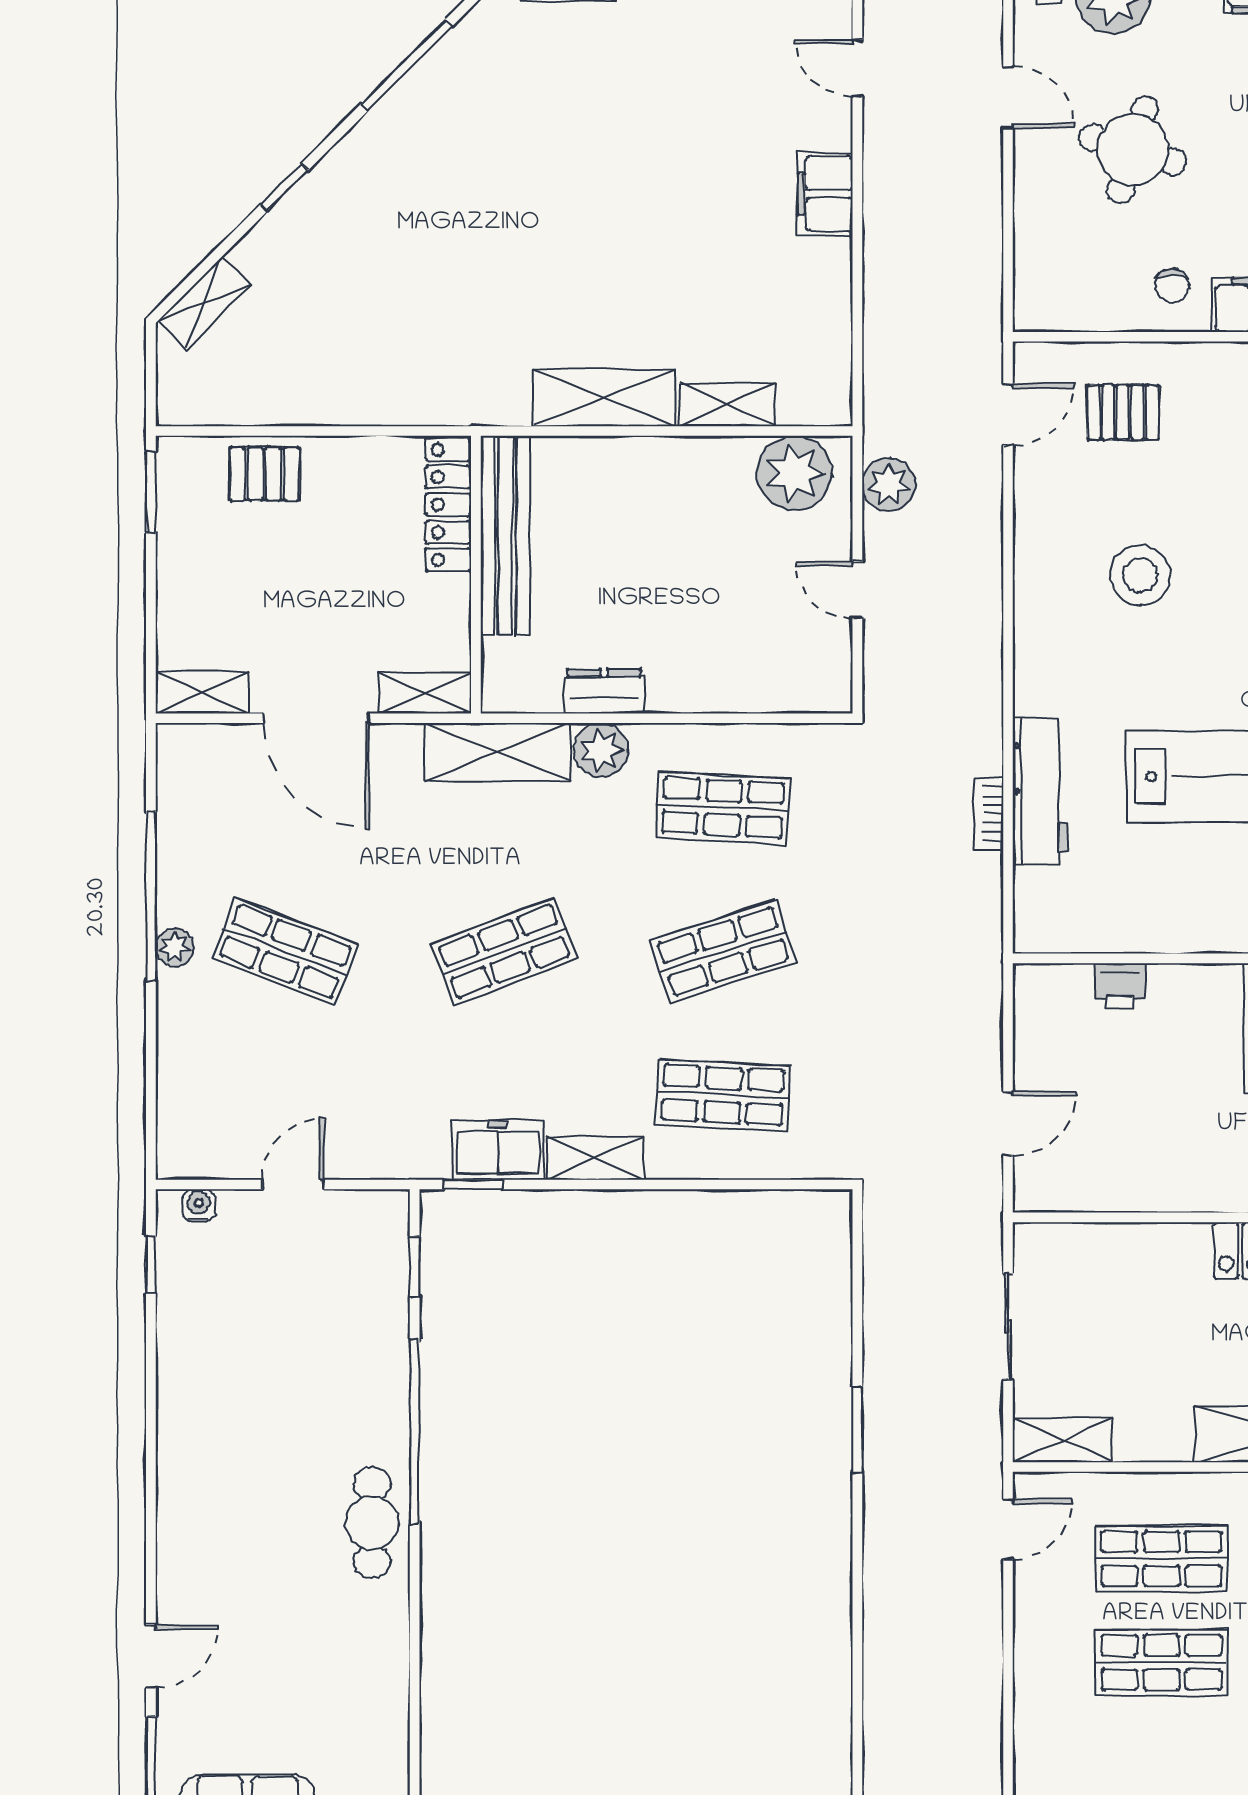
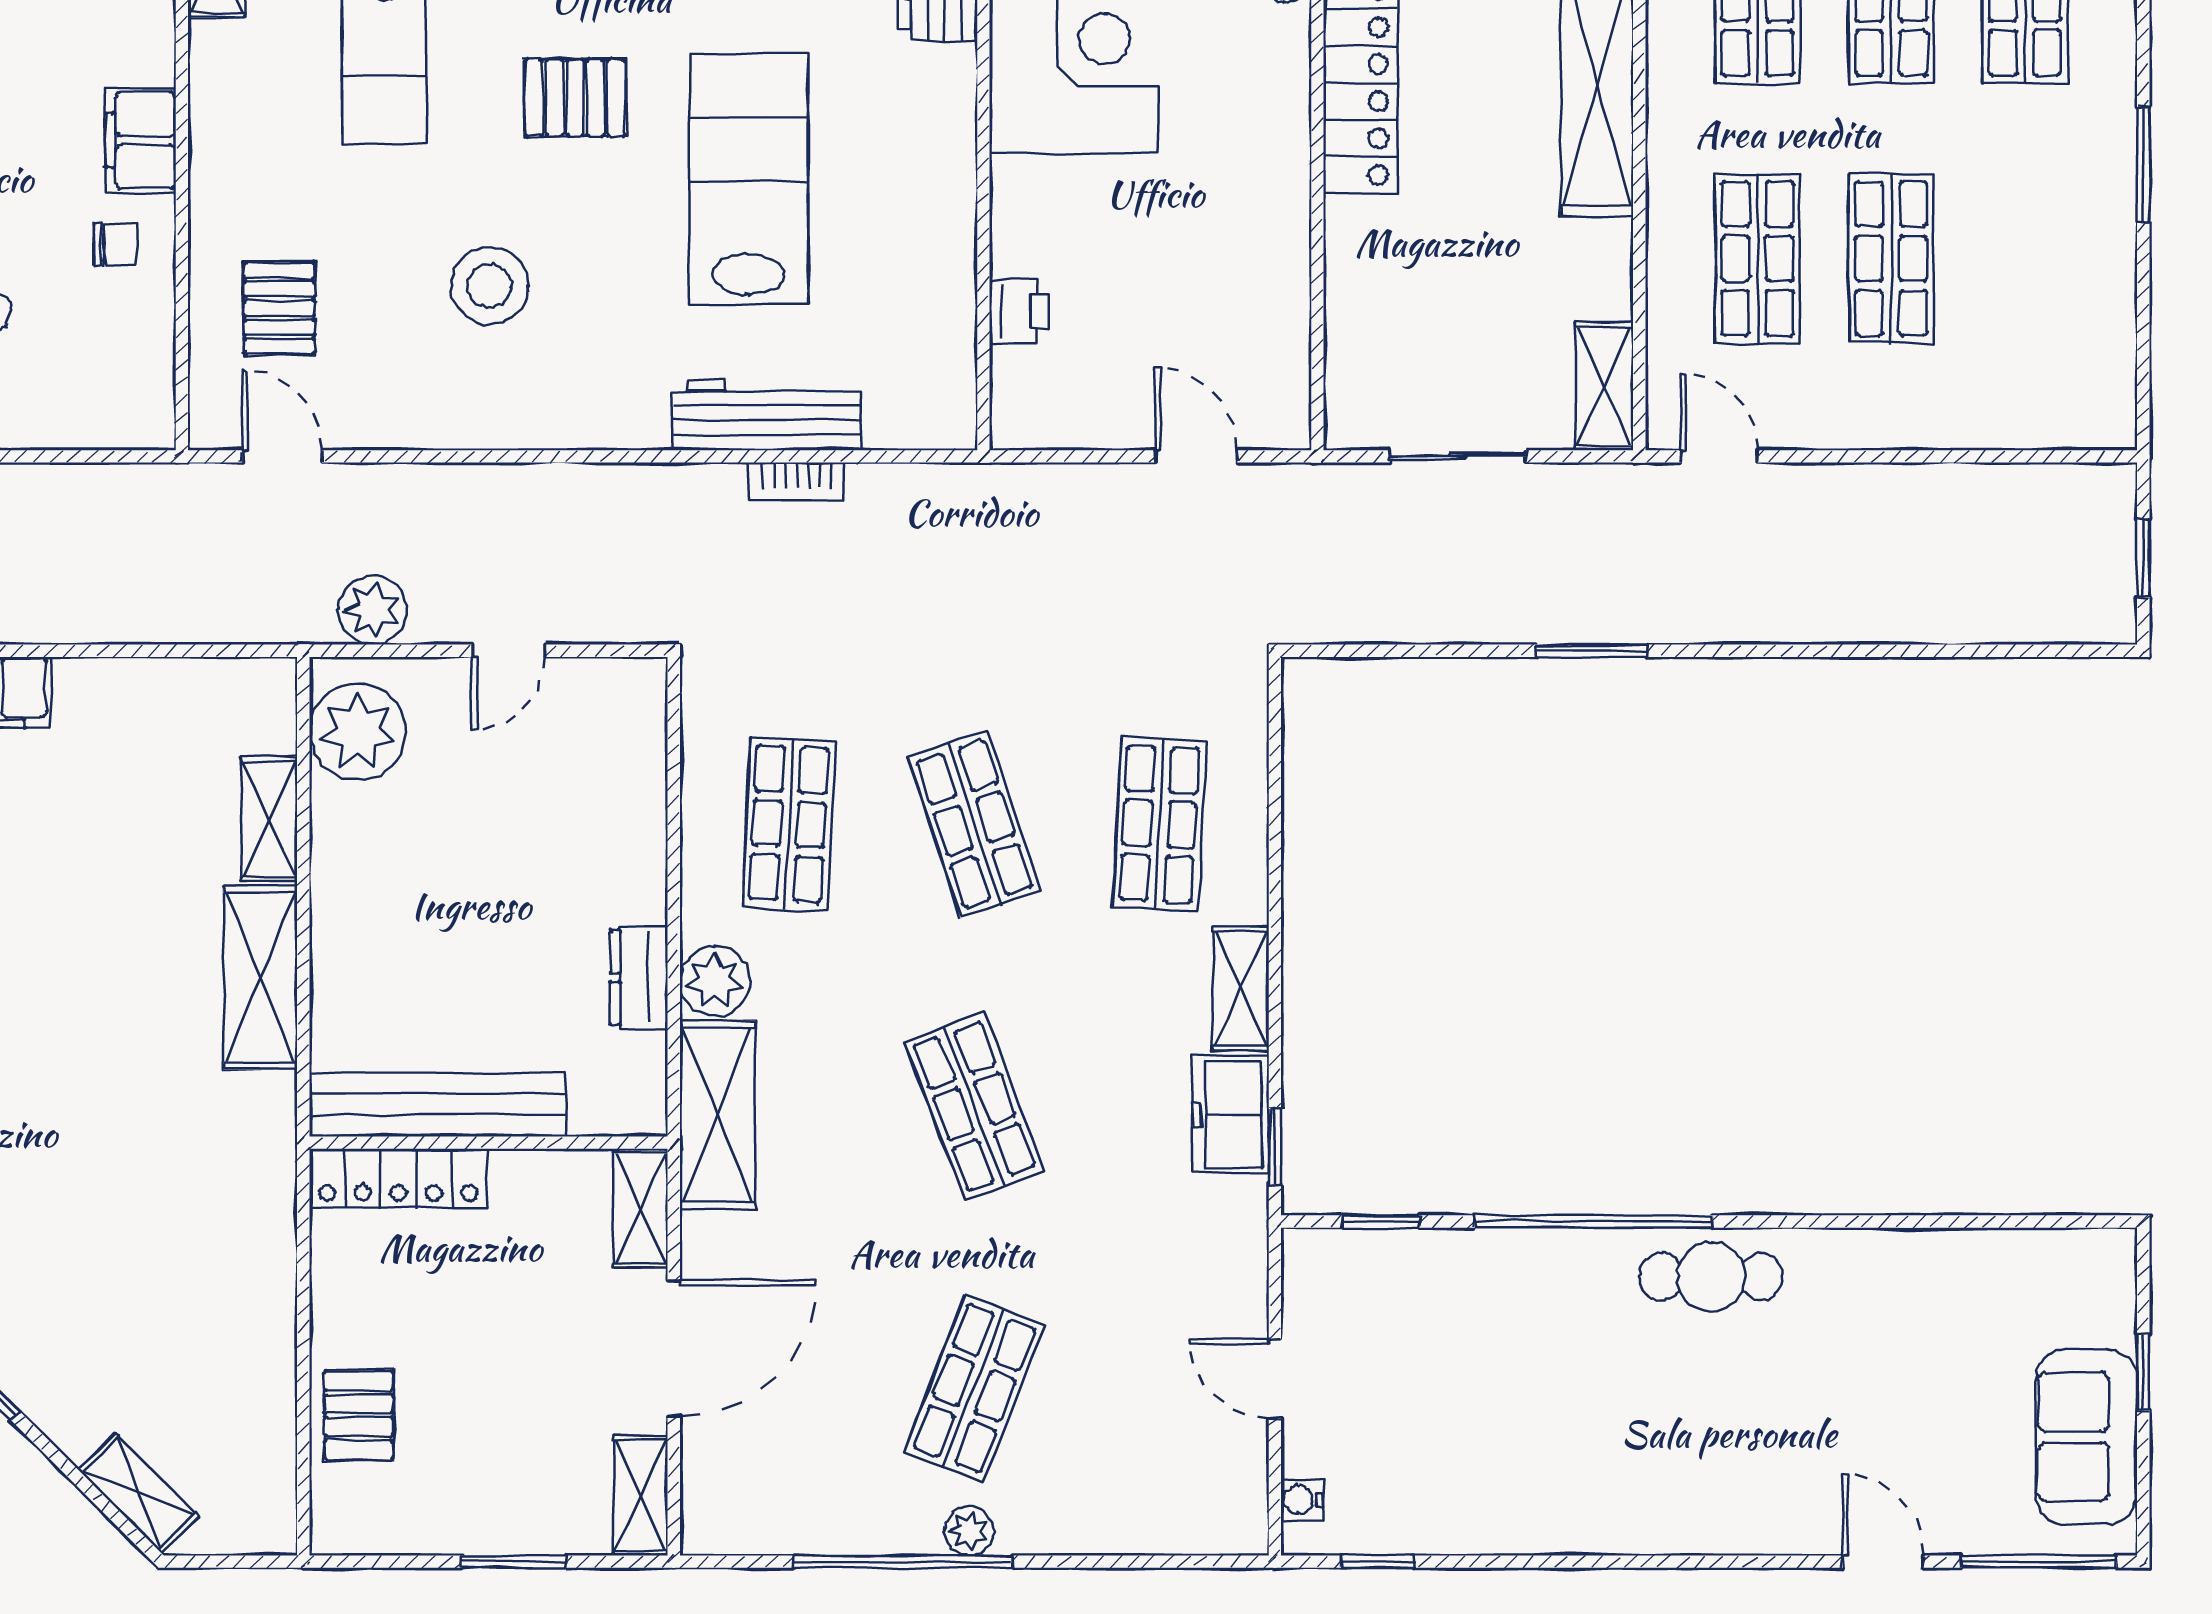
window: (151, 493) -> (514, 1562), moved

